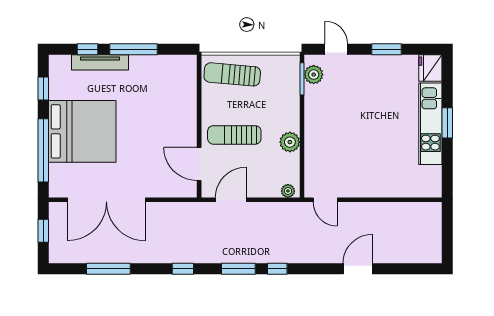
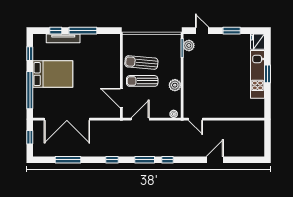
sun lounger: (232, 74) -> (141, 63), moved
bed: (82, 131) -> (53, 74), width x0.73

